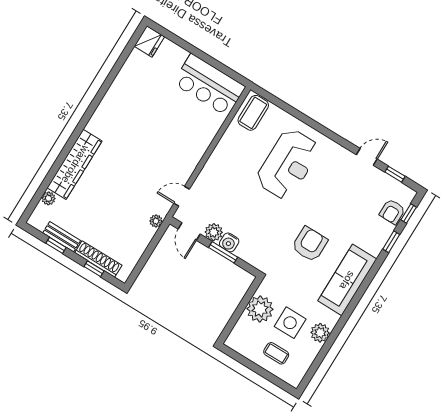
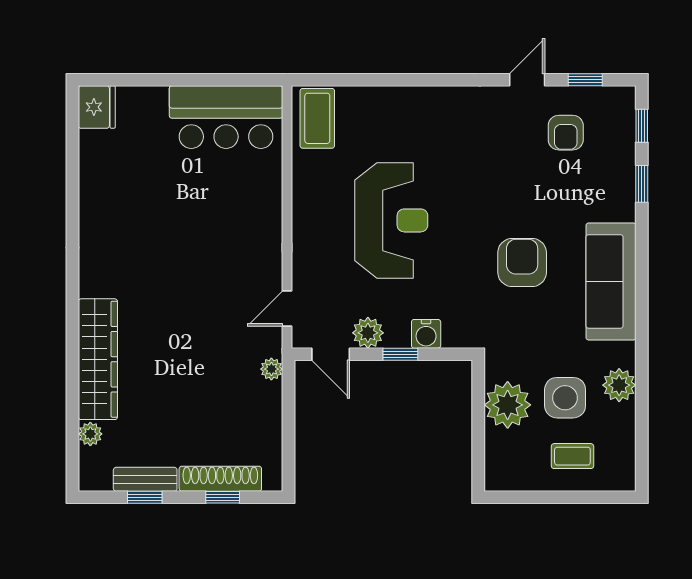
reception desk: (288, 164) -> (391, 220), moved
armchair: (392, 212) -> (566, 133), moved
water cooler: (229, 242) -> (426, 334), moved
window: (223, 252) -> (400, 354), width x0.67

